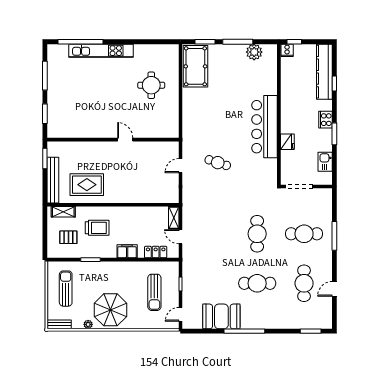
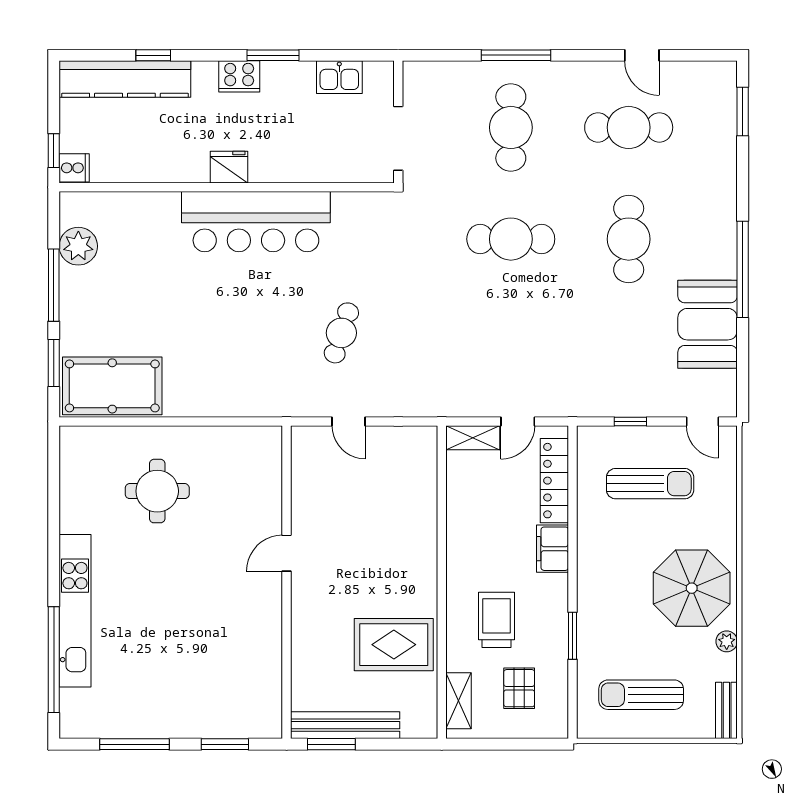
fridge: (287, 142) -> (229, 167), moved
bench: (53, 180) -> (345, 725), moved
rug: (87, 185) -> (394, 645), turned 90
locker: (156, 252) -> (554, 481), width x1.53

